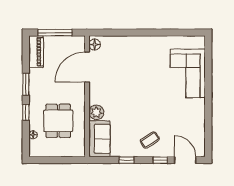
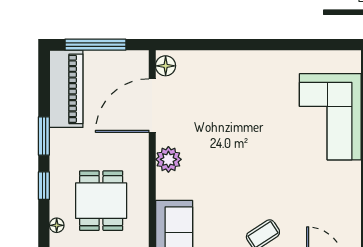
piano: (36, 52) -> (66, 89), width x1.37, depth x1.33
plant: (96, 112) -> (168, 159), moved

